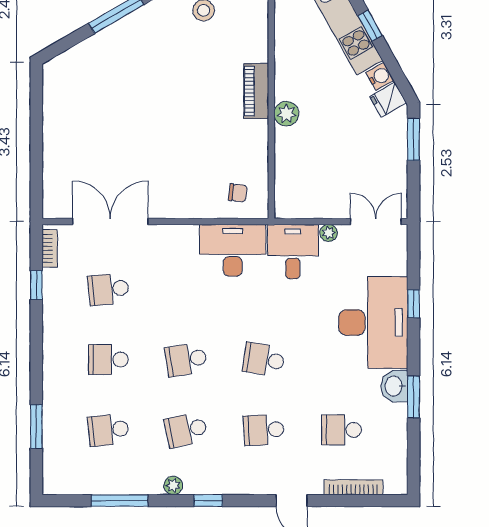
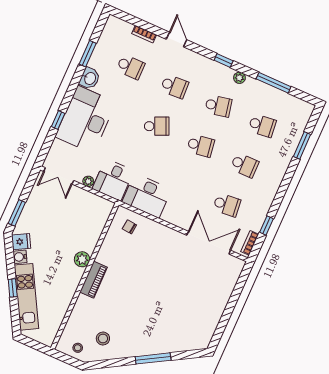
double door: (110, 222) -> (209, 243), swing flipped
school desk: (264, 360) -> (157, 126), turned -33
window: (414, 397) -> (88, 54), moved
bookcase: (353, 487) -> (144, 34), width x0.64

